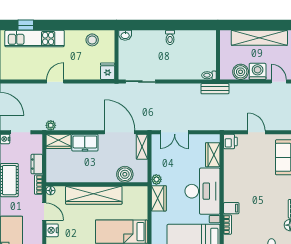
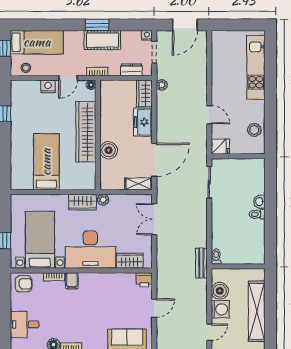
window: (26, 25) -> (270, 58), removed
washbasin: (125, 35) -> (259, 202), moved
door: (55, 82) -> (209, 115), moved
dresser: (37, 164) -> (131, 70), moved
boiler: (125, 174) -> (109, 150), moved

